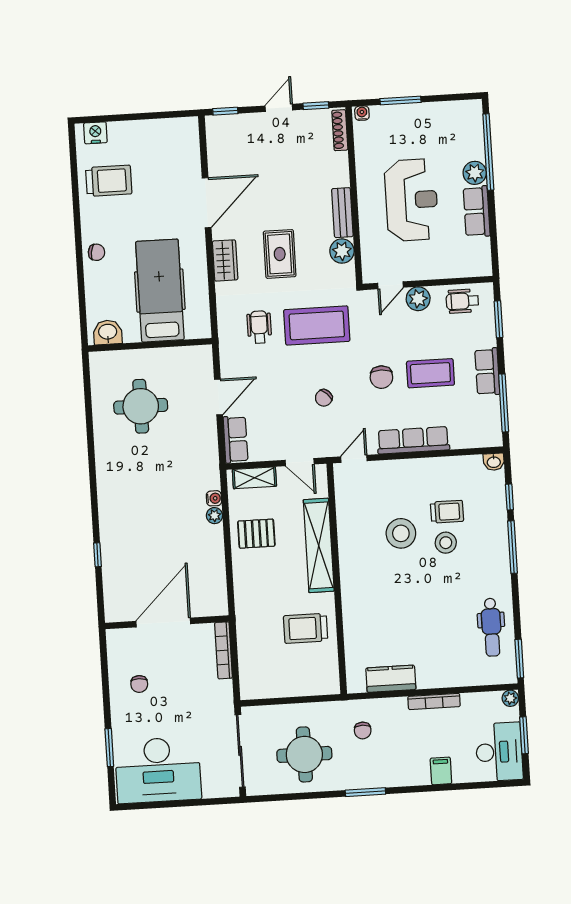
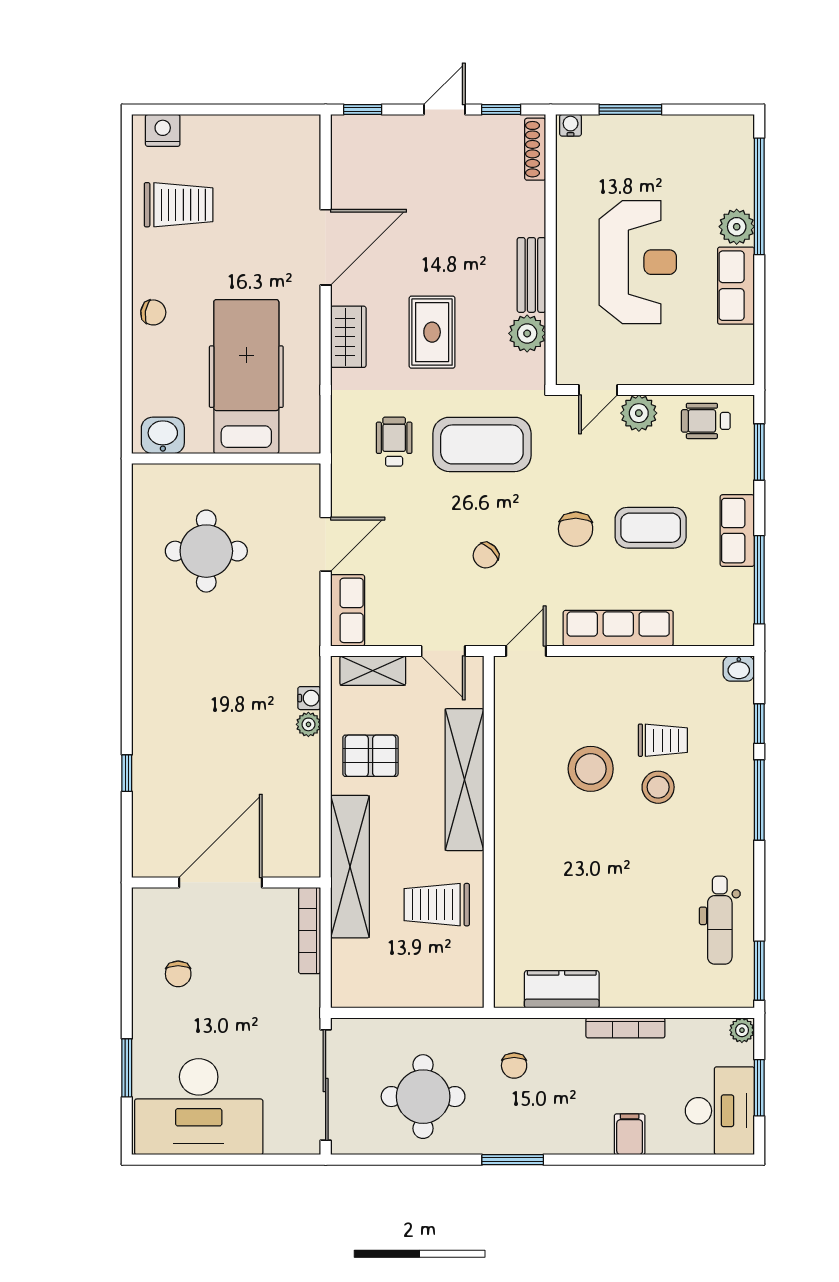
shelving: (247, 607) -> (350, 867), added

